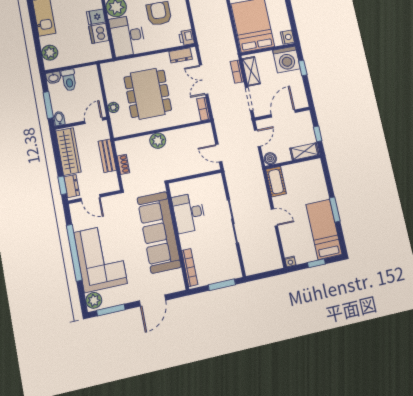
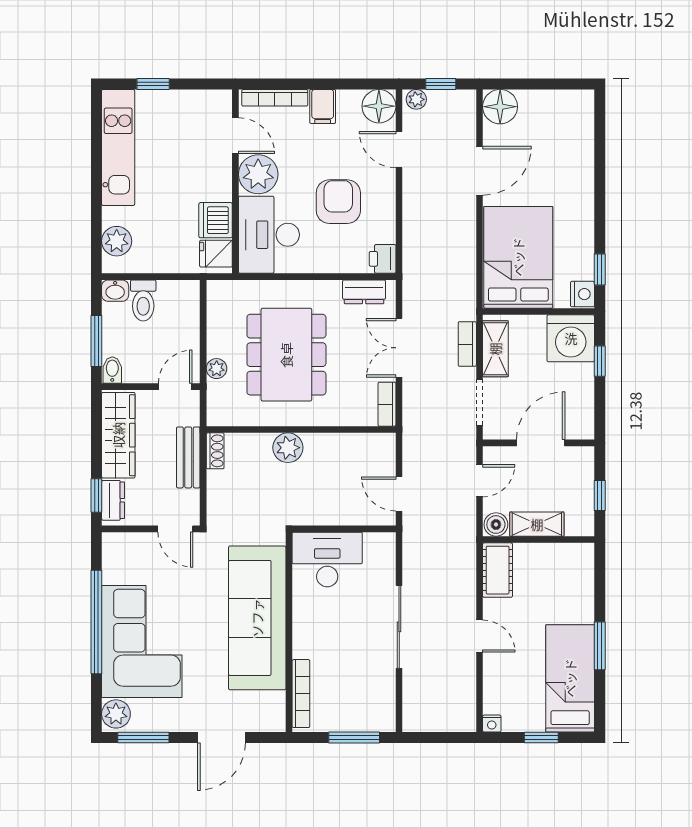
fridge: (96, 17) -> (216, 254), moved
window: (293, 24) -> (600, 269), added
shelving: (304, 151) -> (537, 524), moved
shoe rack: (123, 164) -> (215, 451), moved
door: (91, 198) -> (175, 529), moved
desk: (189, 213) -> (327, 559), moved, turned 90

